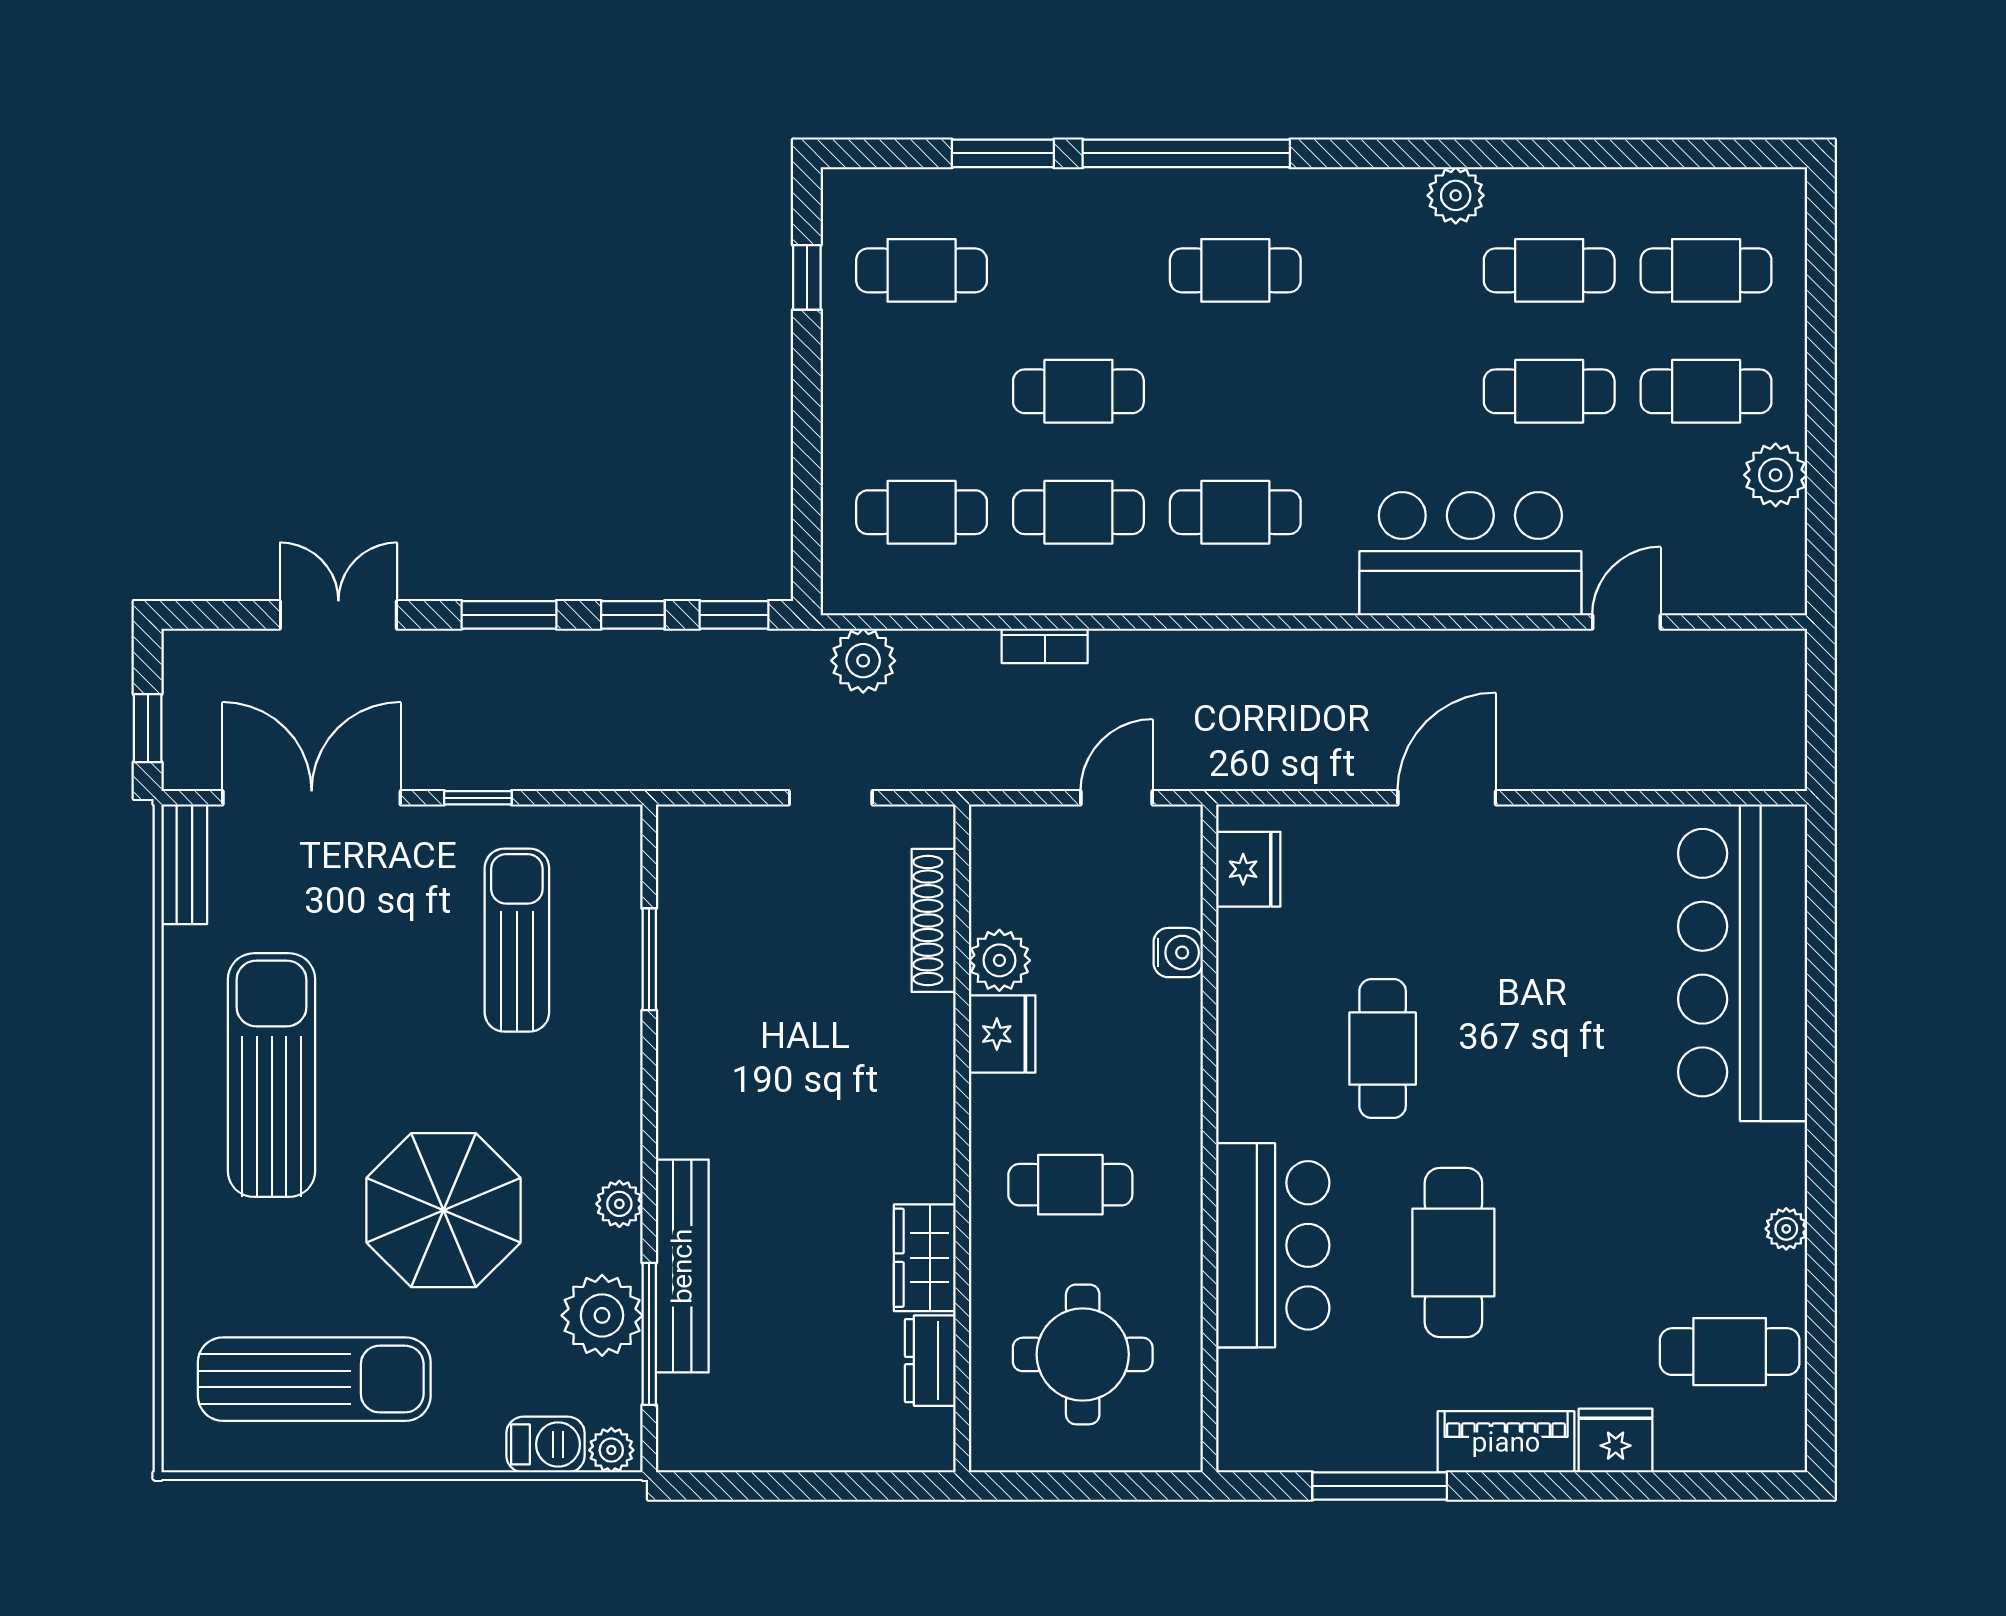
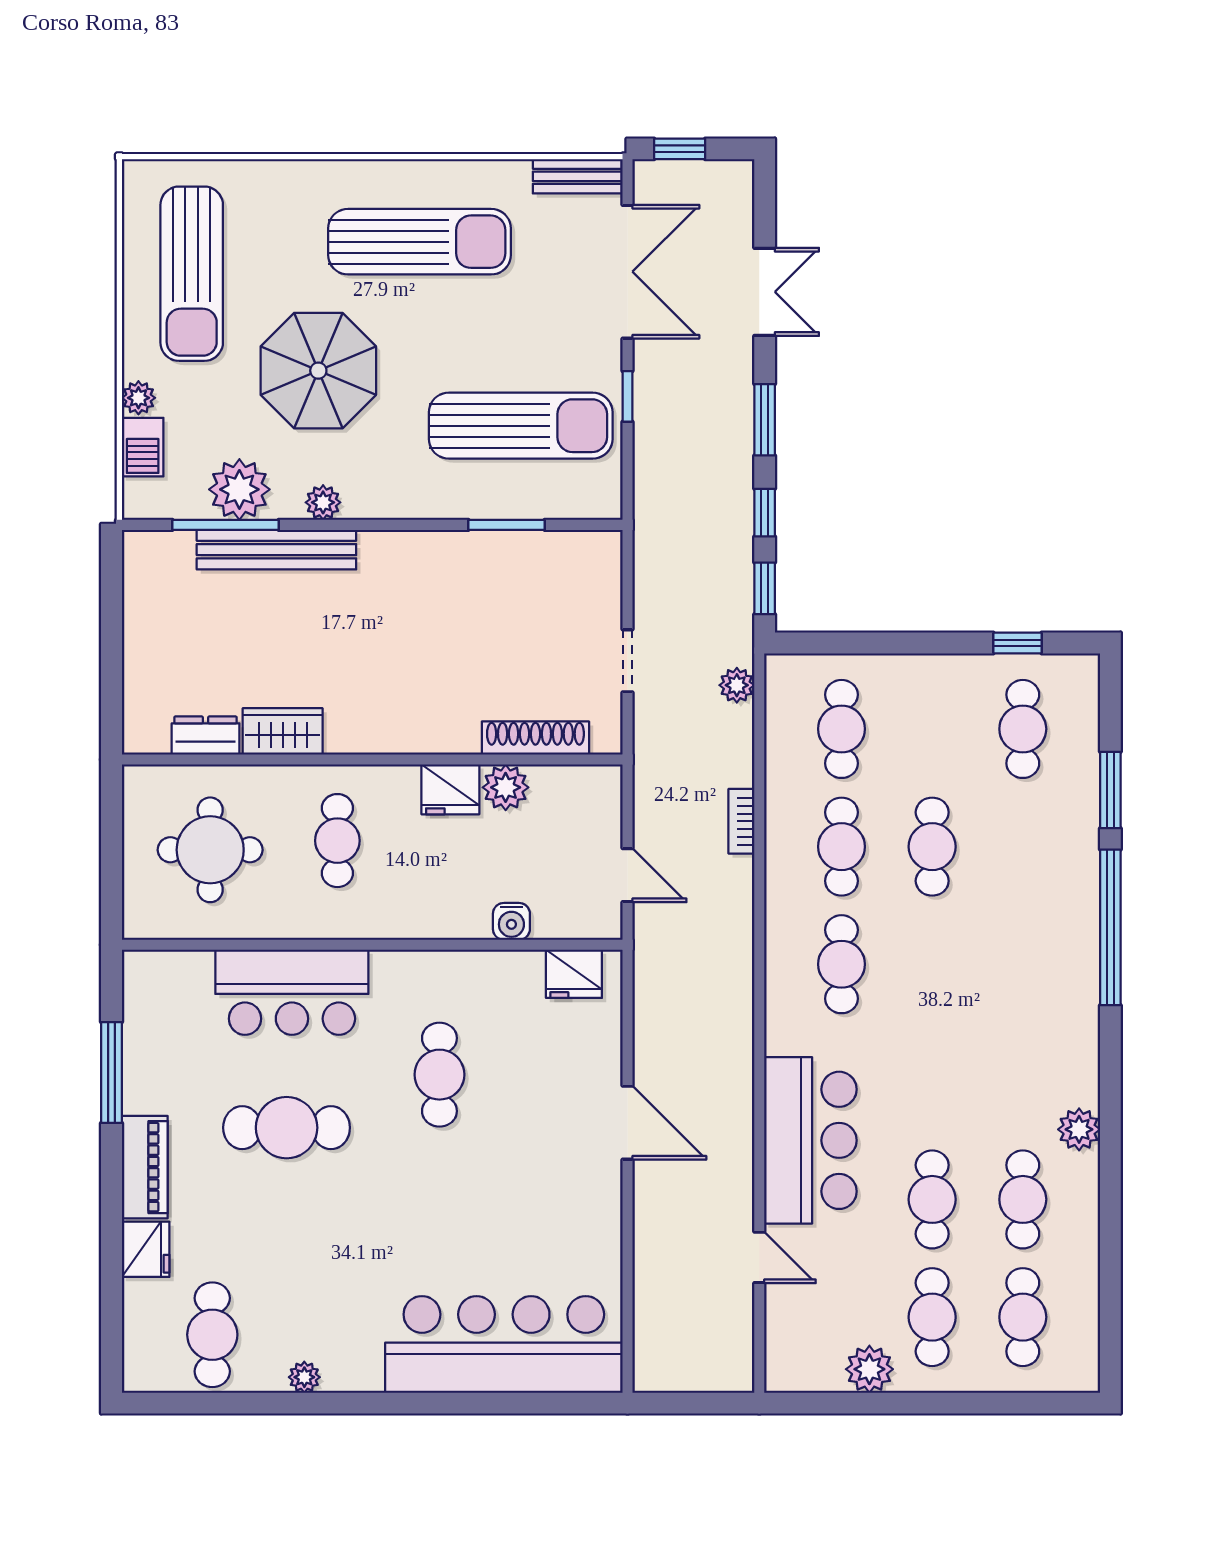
cafe table: (1235, 270) -> (1023, 964), removed
plant: (863, 661) -> (737, 685), width x0.73, depth x0.73
sun lounger: (517, 940) -> (521, 426), width x1.36, depth x1.34
cafe table: (1383, 1049) -> (439, 1075), turned 90
plant: (611, 1450) -> (138, 398), moved

